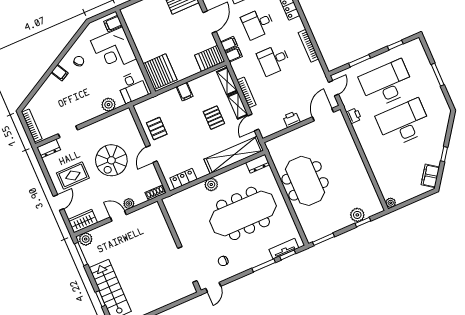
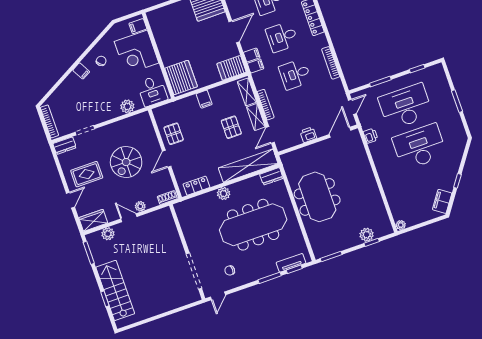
plant: (86, 239) -> (108, 234), moved

